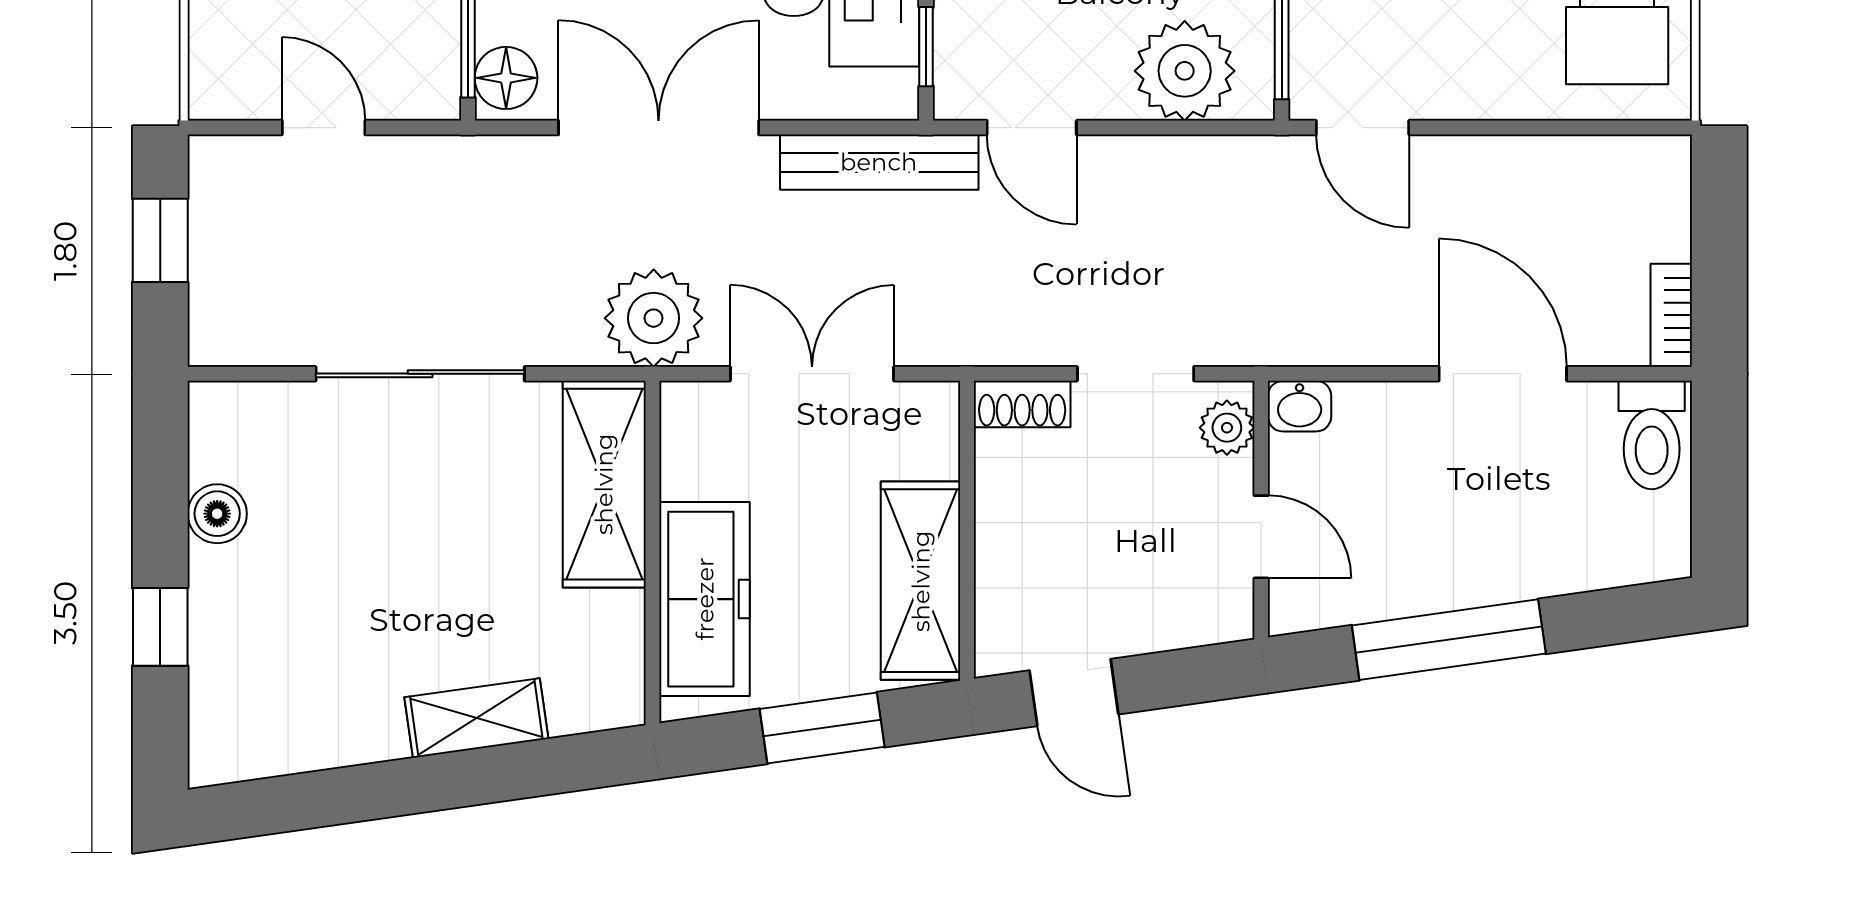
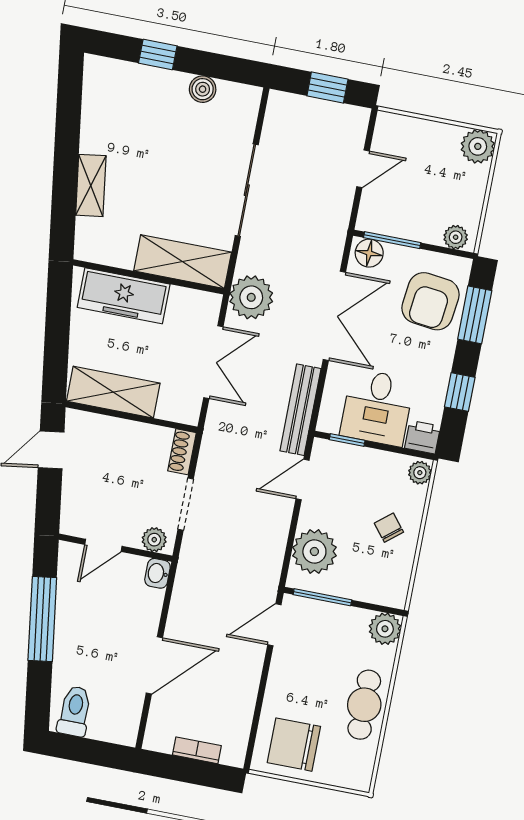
bookcase: (1671, 315) -> (197, 750), moved
toilet: (1652, 435) -> (75, 711), moved, turned 90
window: (822, 728) -> (57, 336), removed

